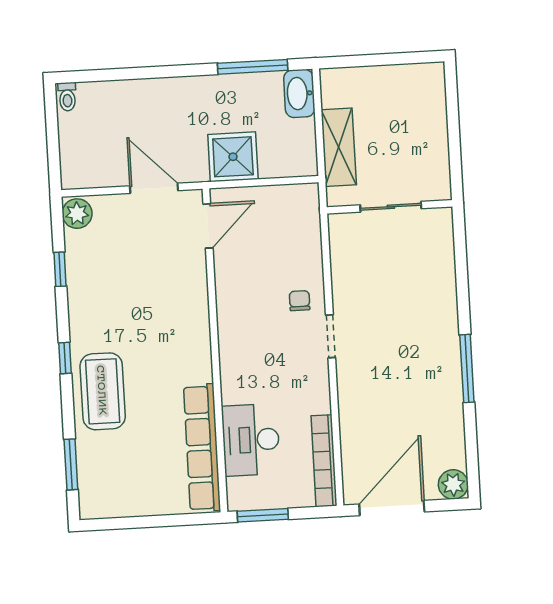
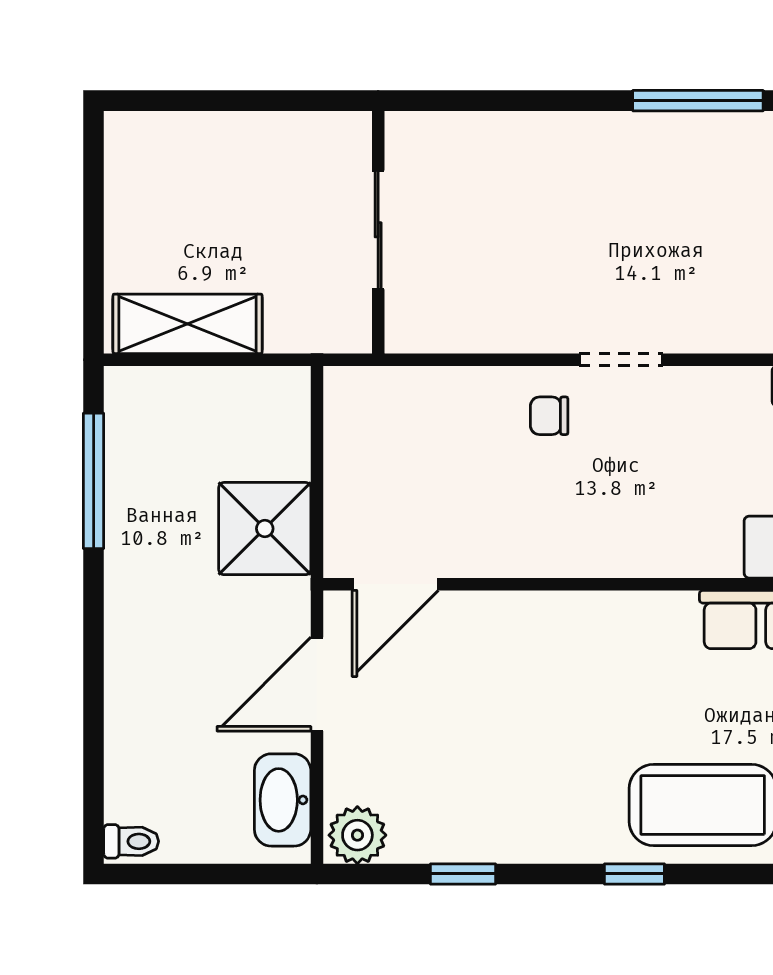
washbasin: (299, 93) -> (283, 800), moved, turned 90
shelving: (339, 147) -> (188, 324), moved
door: (208, 226) -> (395, 584), swing flipped

